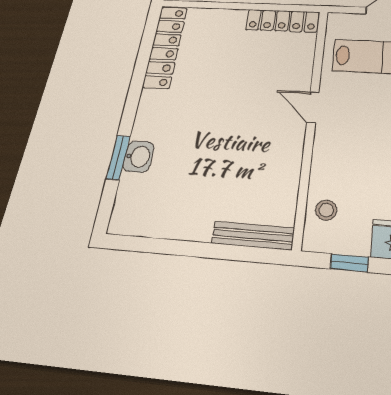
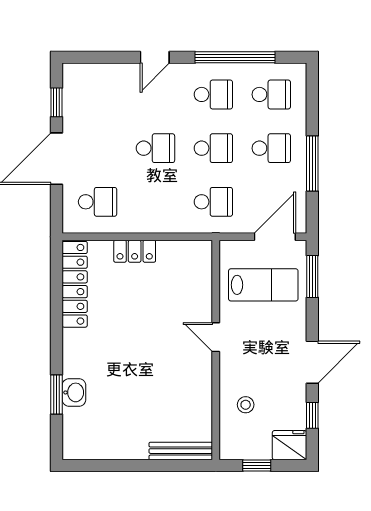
locker: (282, 21) -> (135, 251), moved, width x0.66
stool: (326, 210) -> (246, 405), moved

